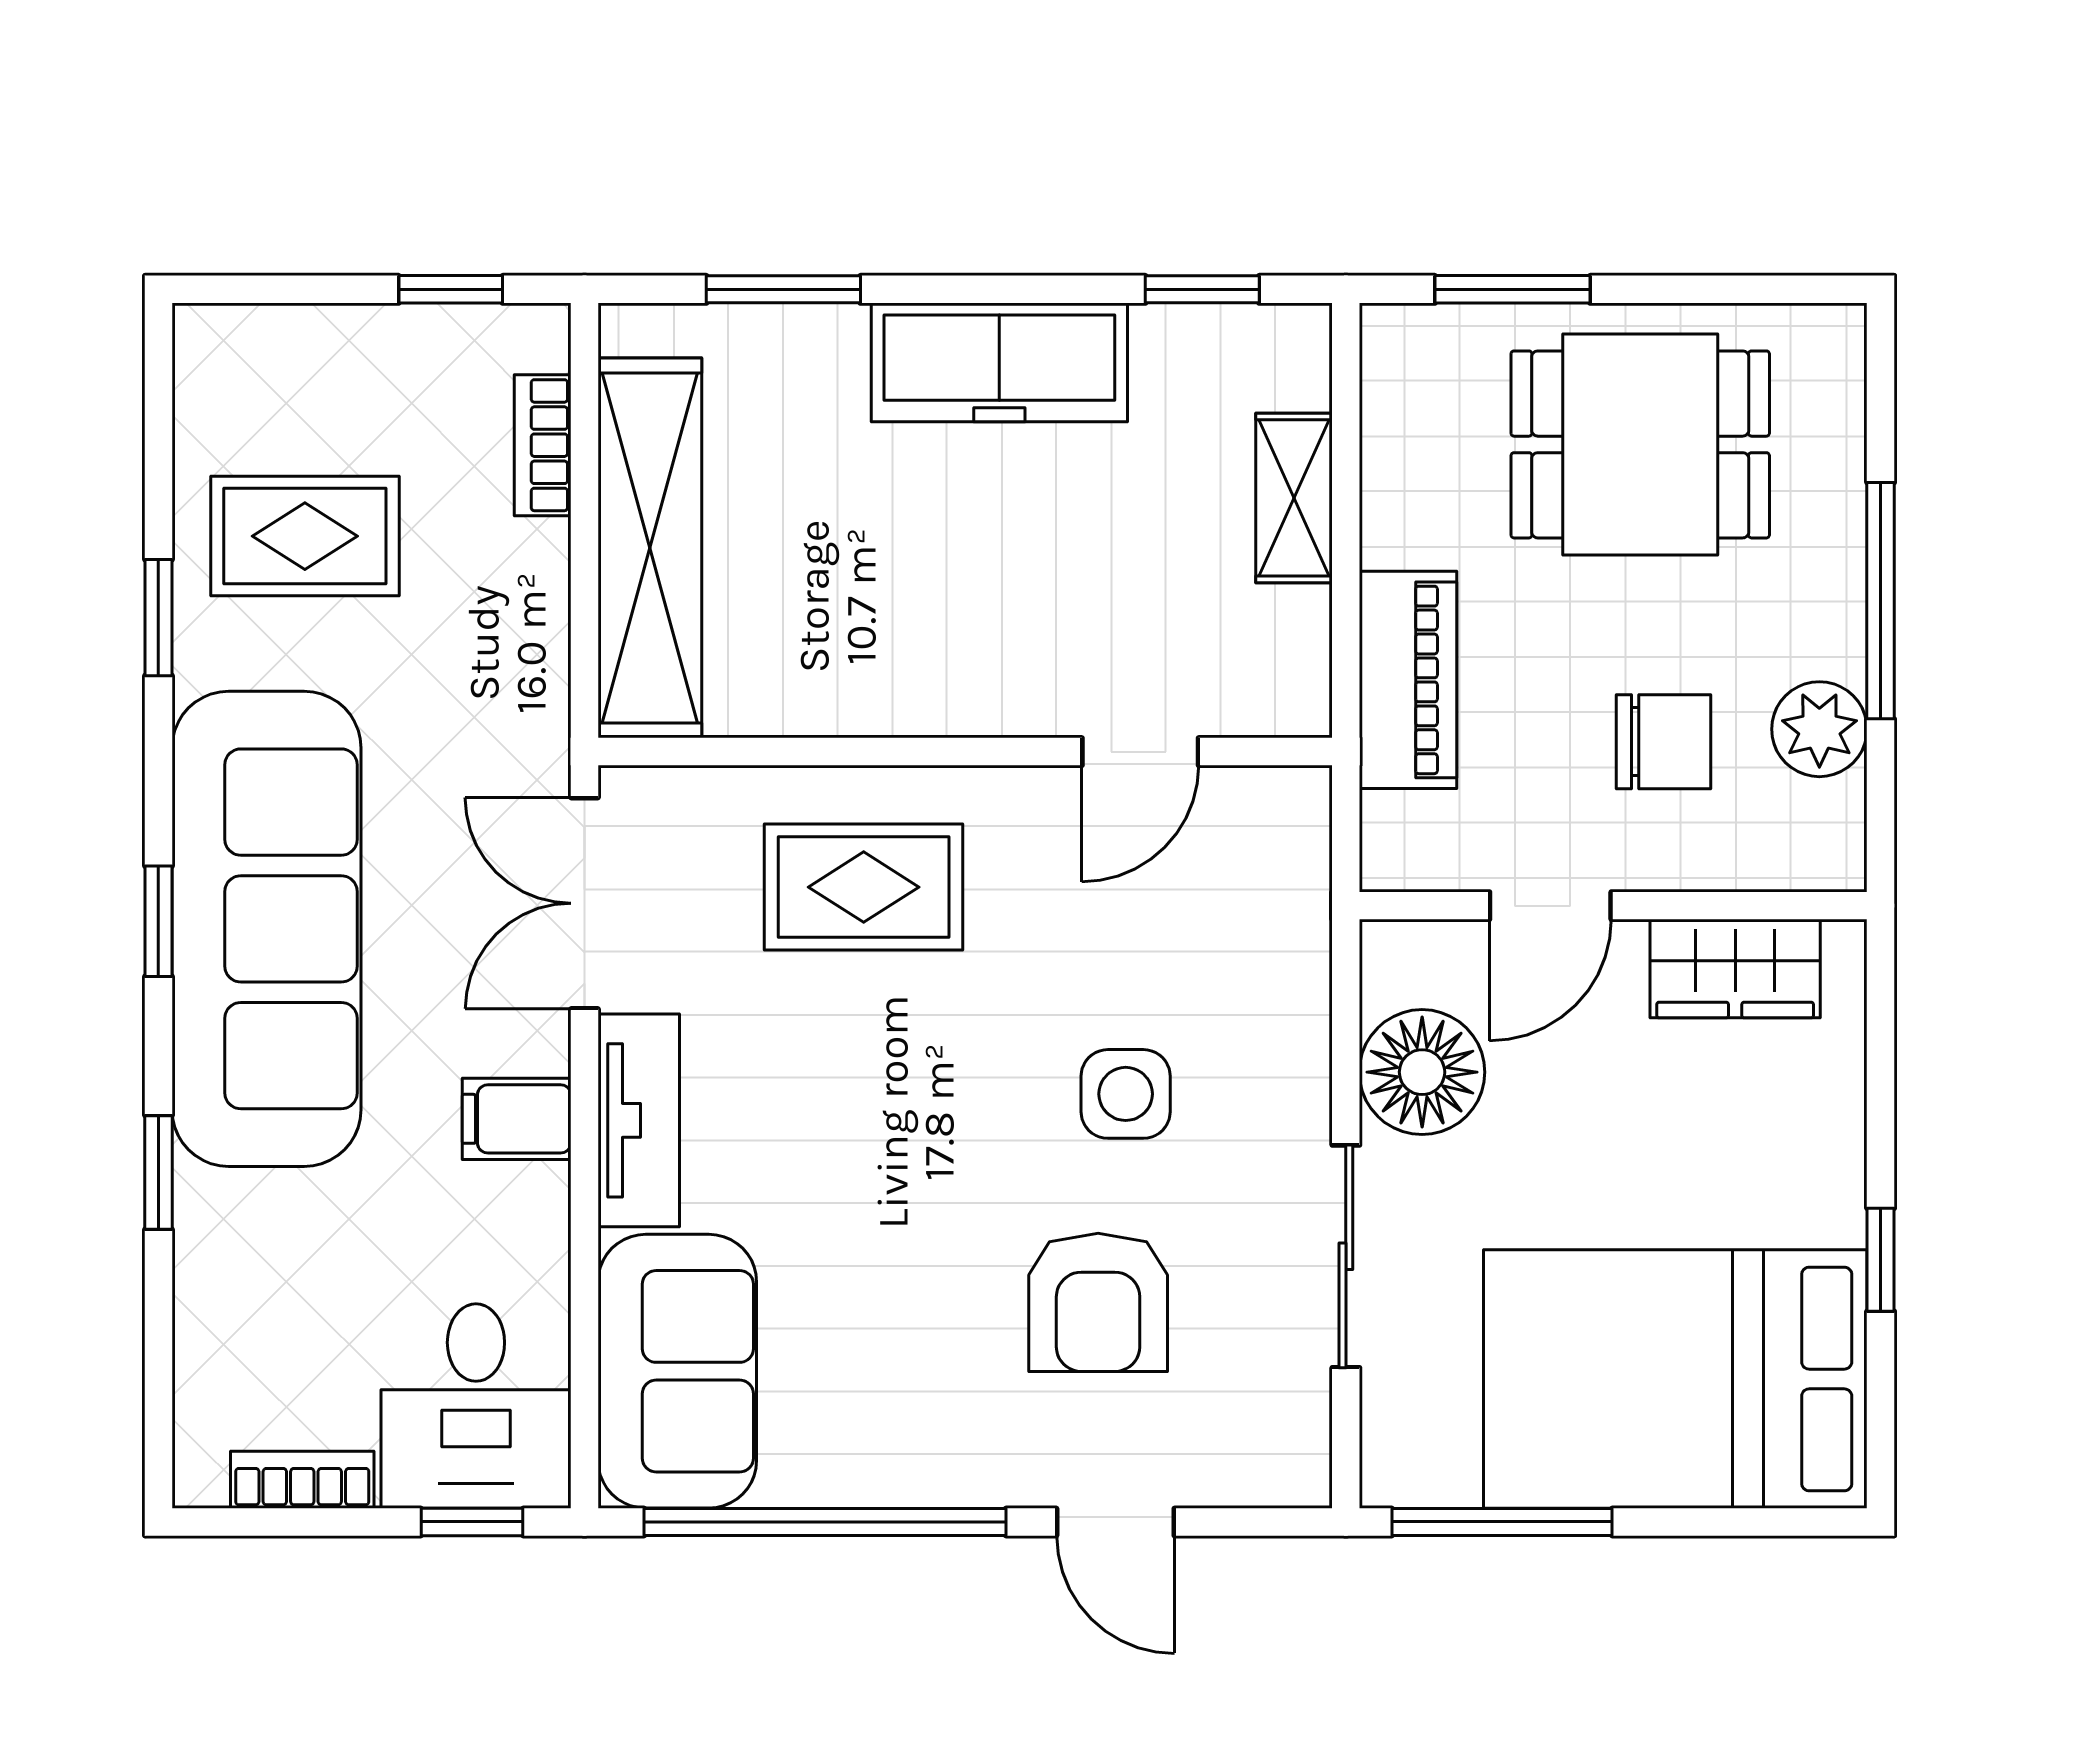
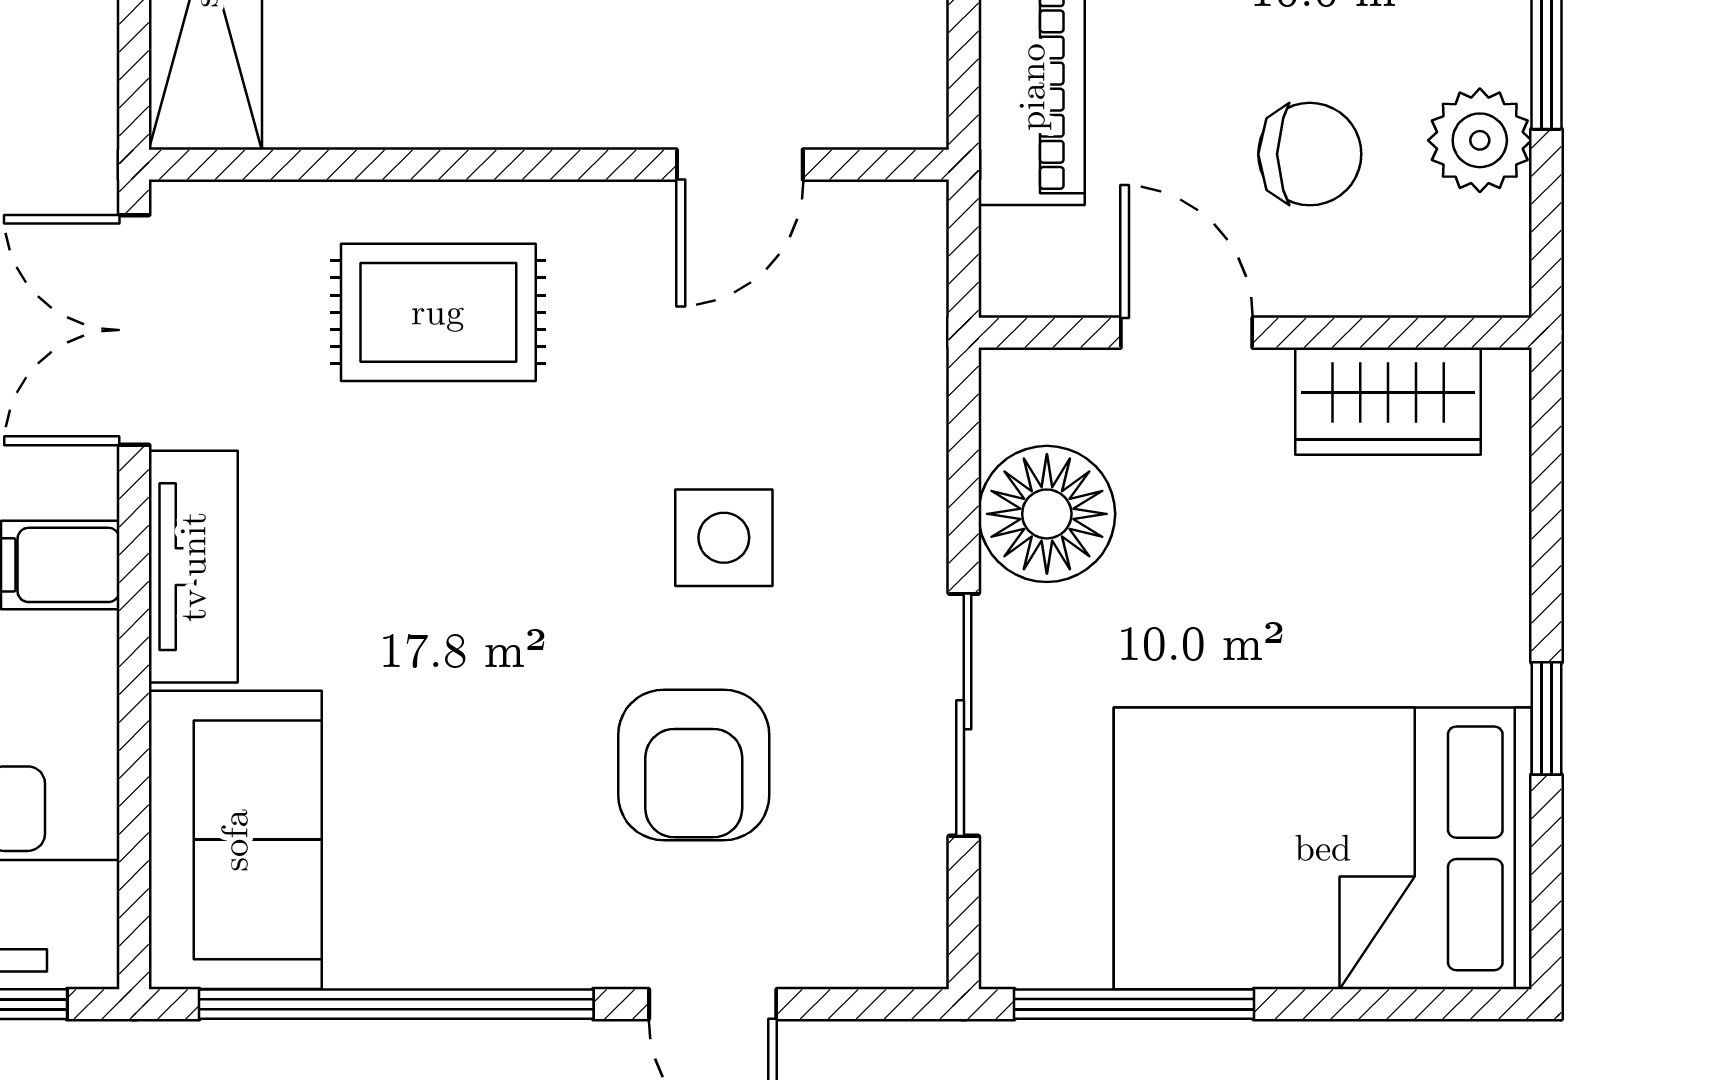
door: (1550, 906) -> (1187, 333), swing flipped

